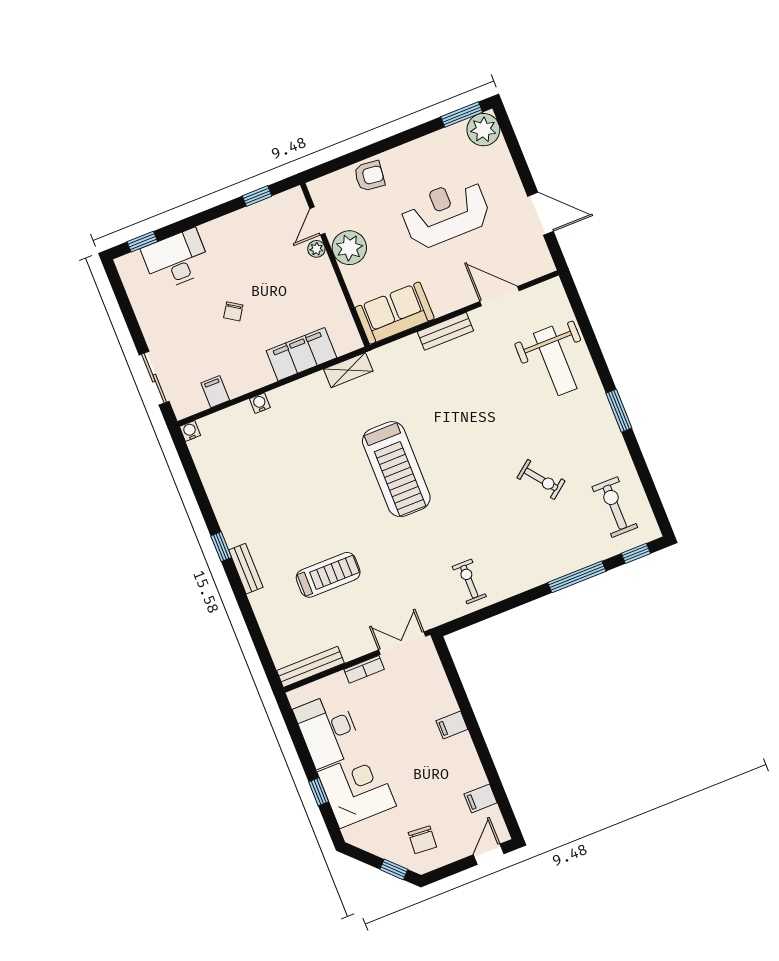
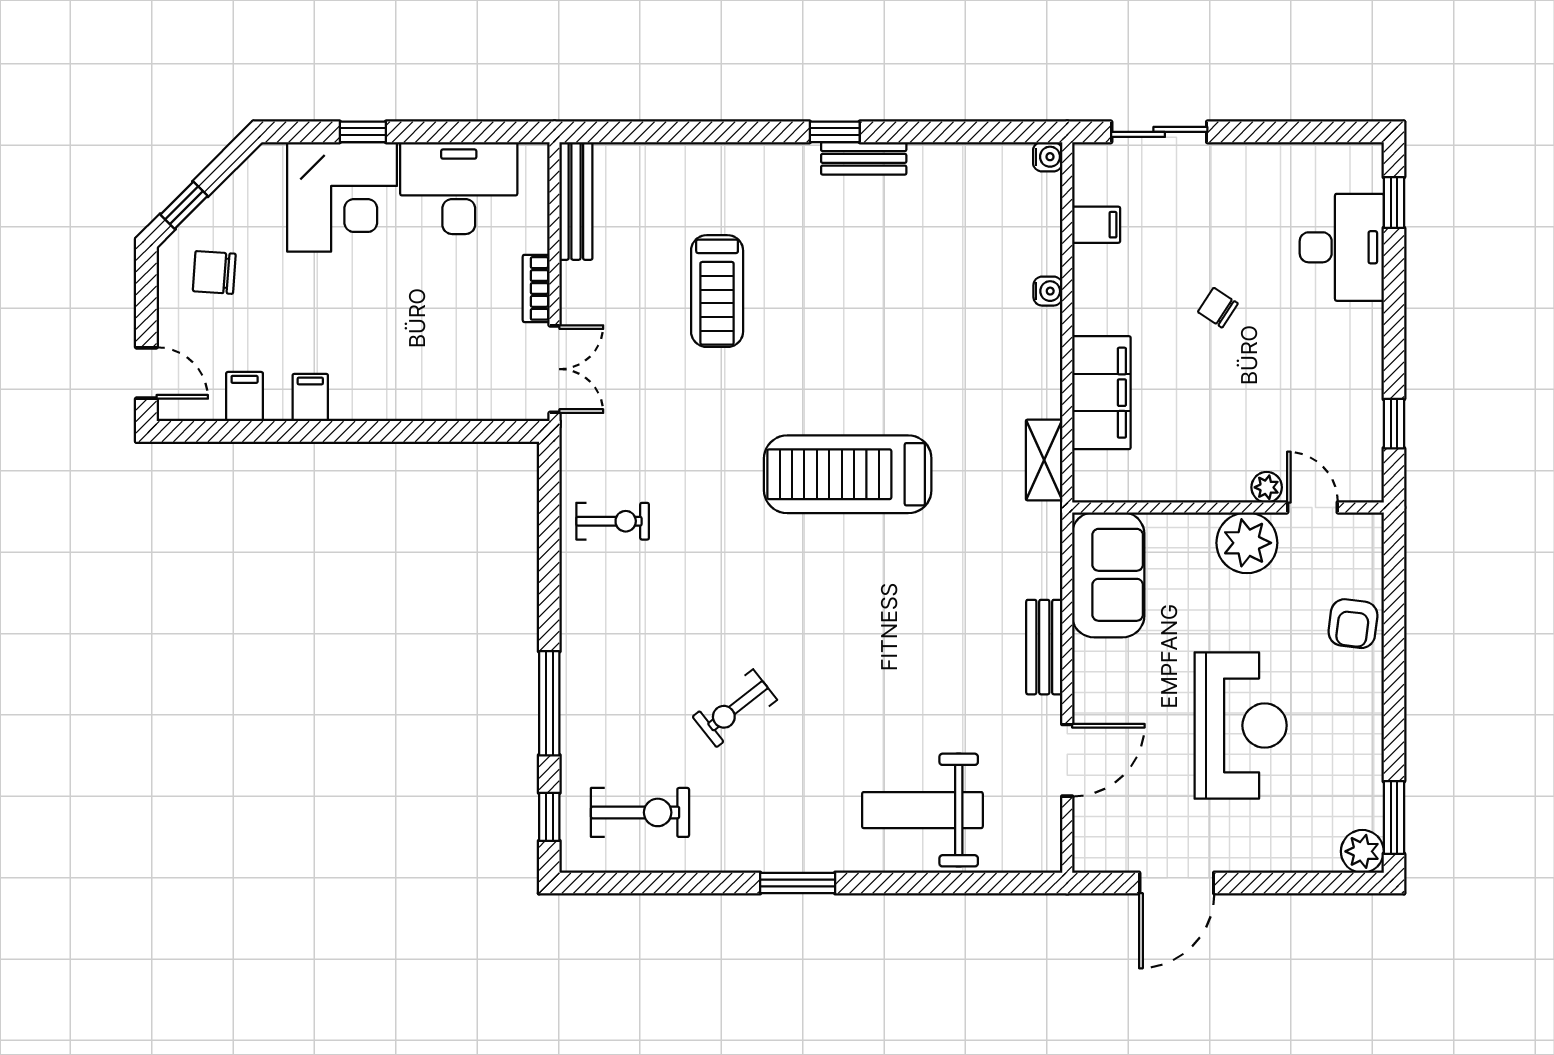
plant: (483, 130) -> (1362, 851), width x0.73, depth x0.73
bench: (246, 569) -> (864, 158), moved
filing cabinet: (452, 725) -> (310, 398), moved

